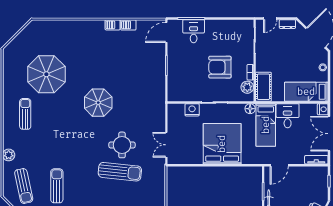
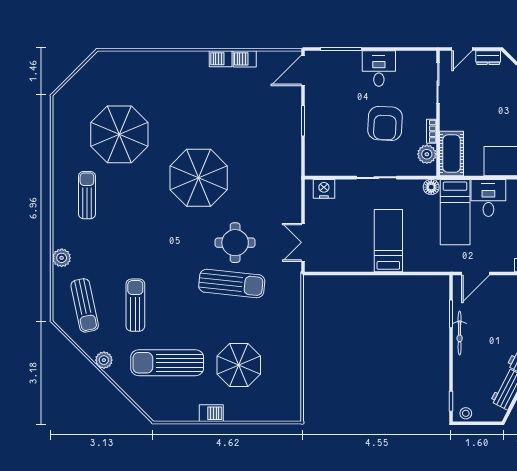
desk: (194, 31) -> (379, 69), moved
armchair: (220, 67) -> (385, 123), turned -87
parasol: (98, 103) -> (199, 178), width x1.36, depth x1.36
nightstand: (192, 110) -> (324, 189), moved
bed: (222, 144) -> (388, 241), width x0.49

